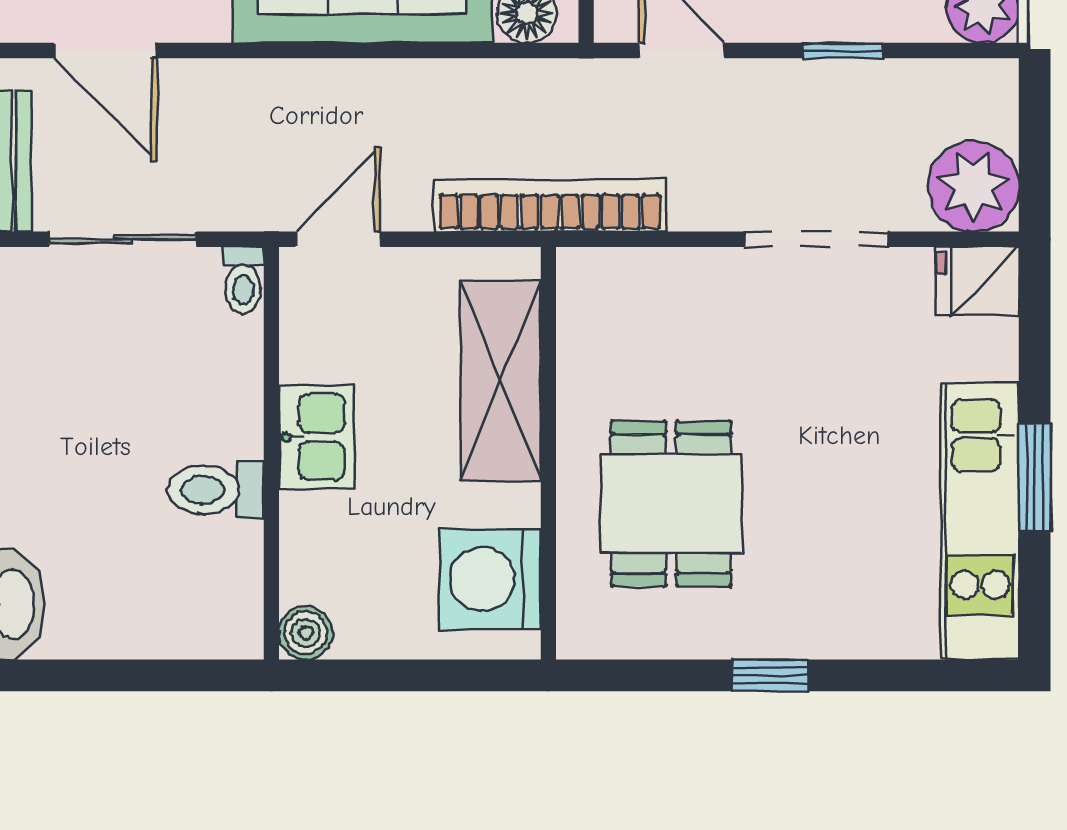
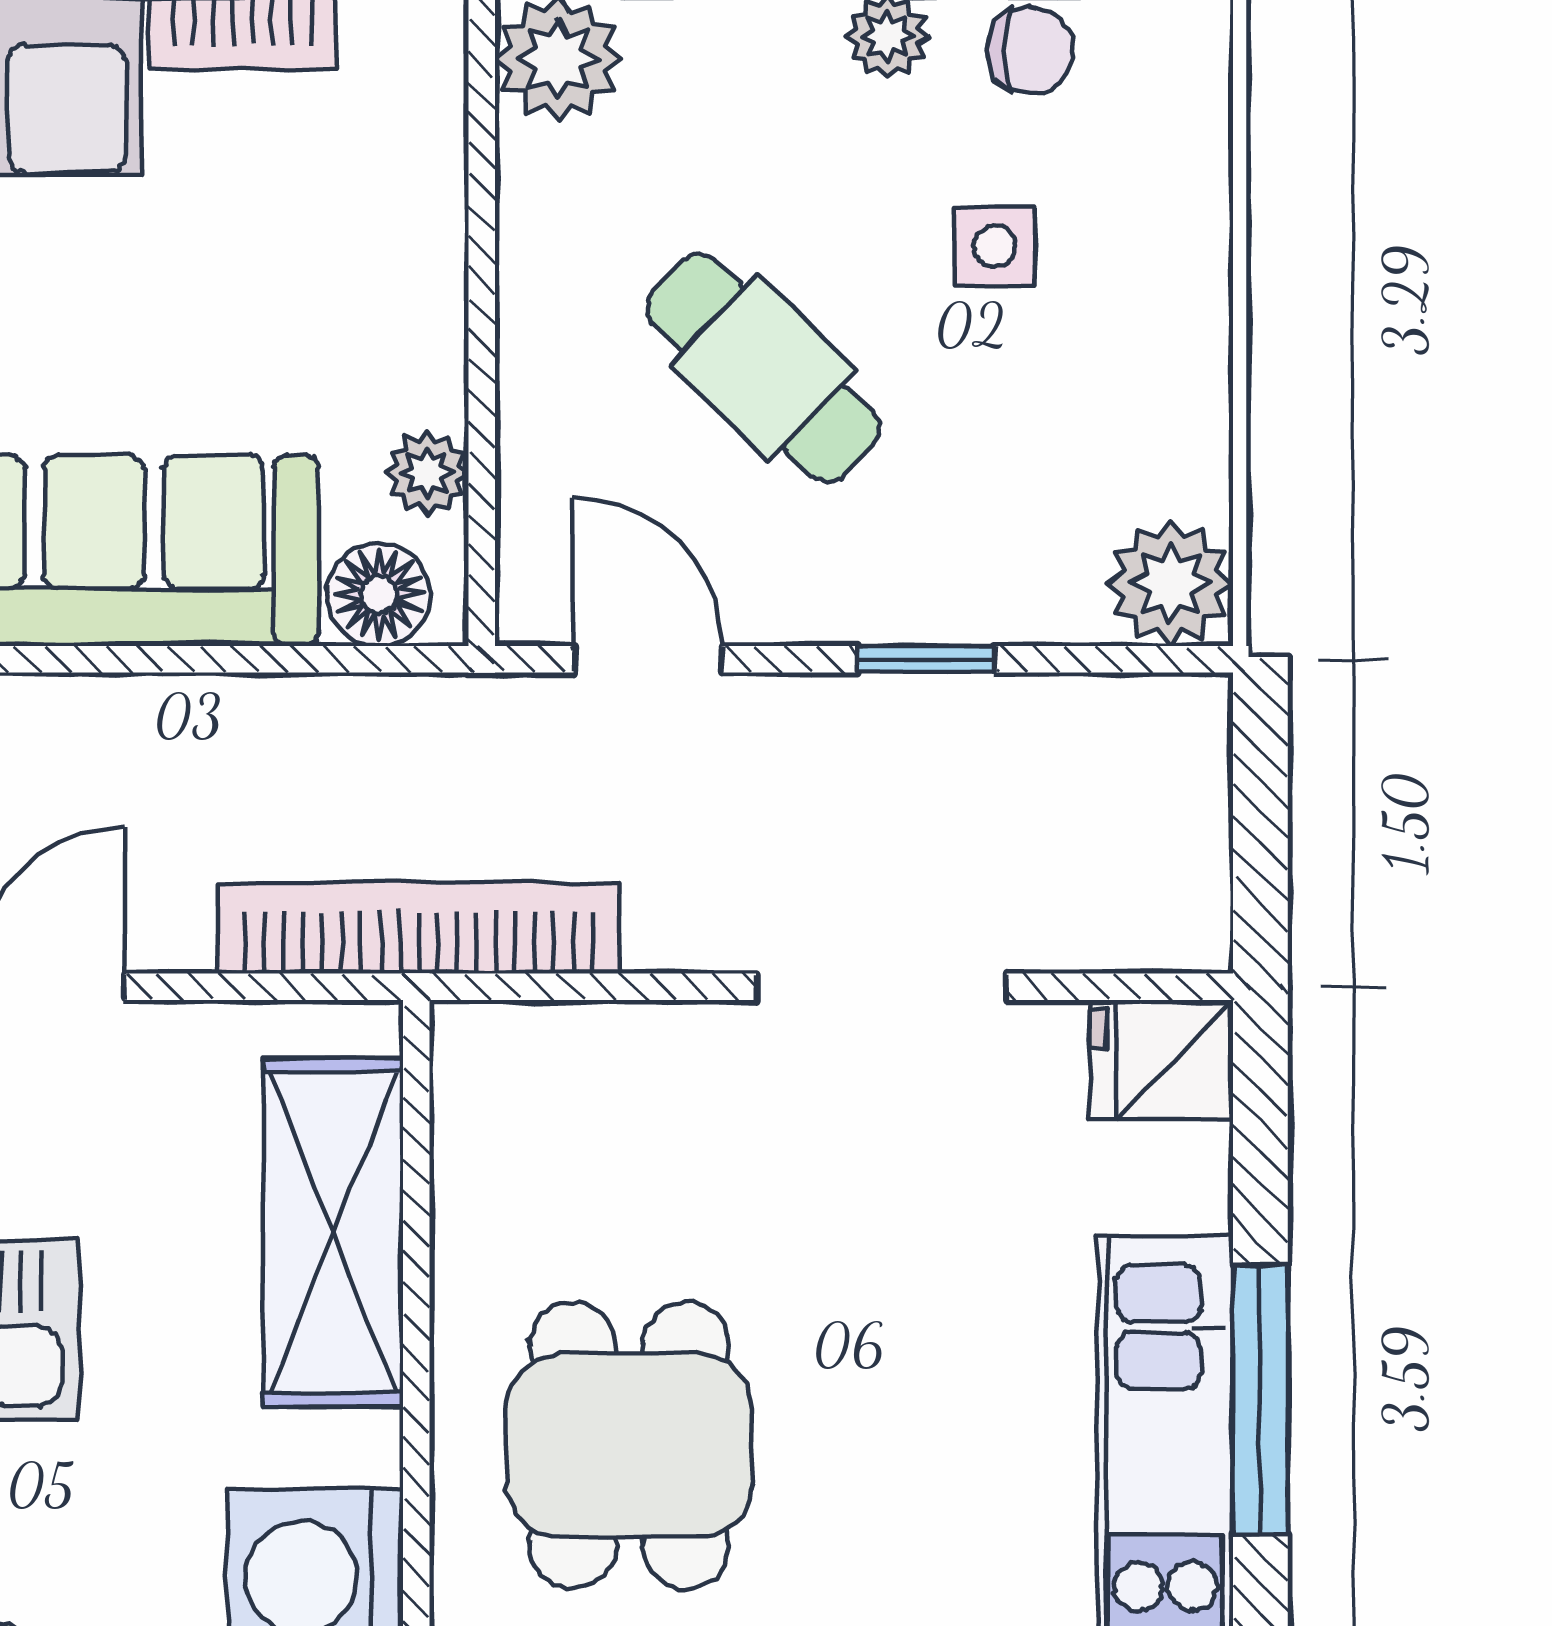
plant: (973, 186) -> (1154, 895), removed
window: (1035, 477) -> (1260, 1400), width x1.44

